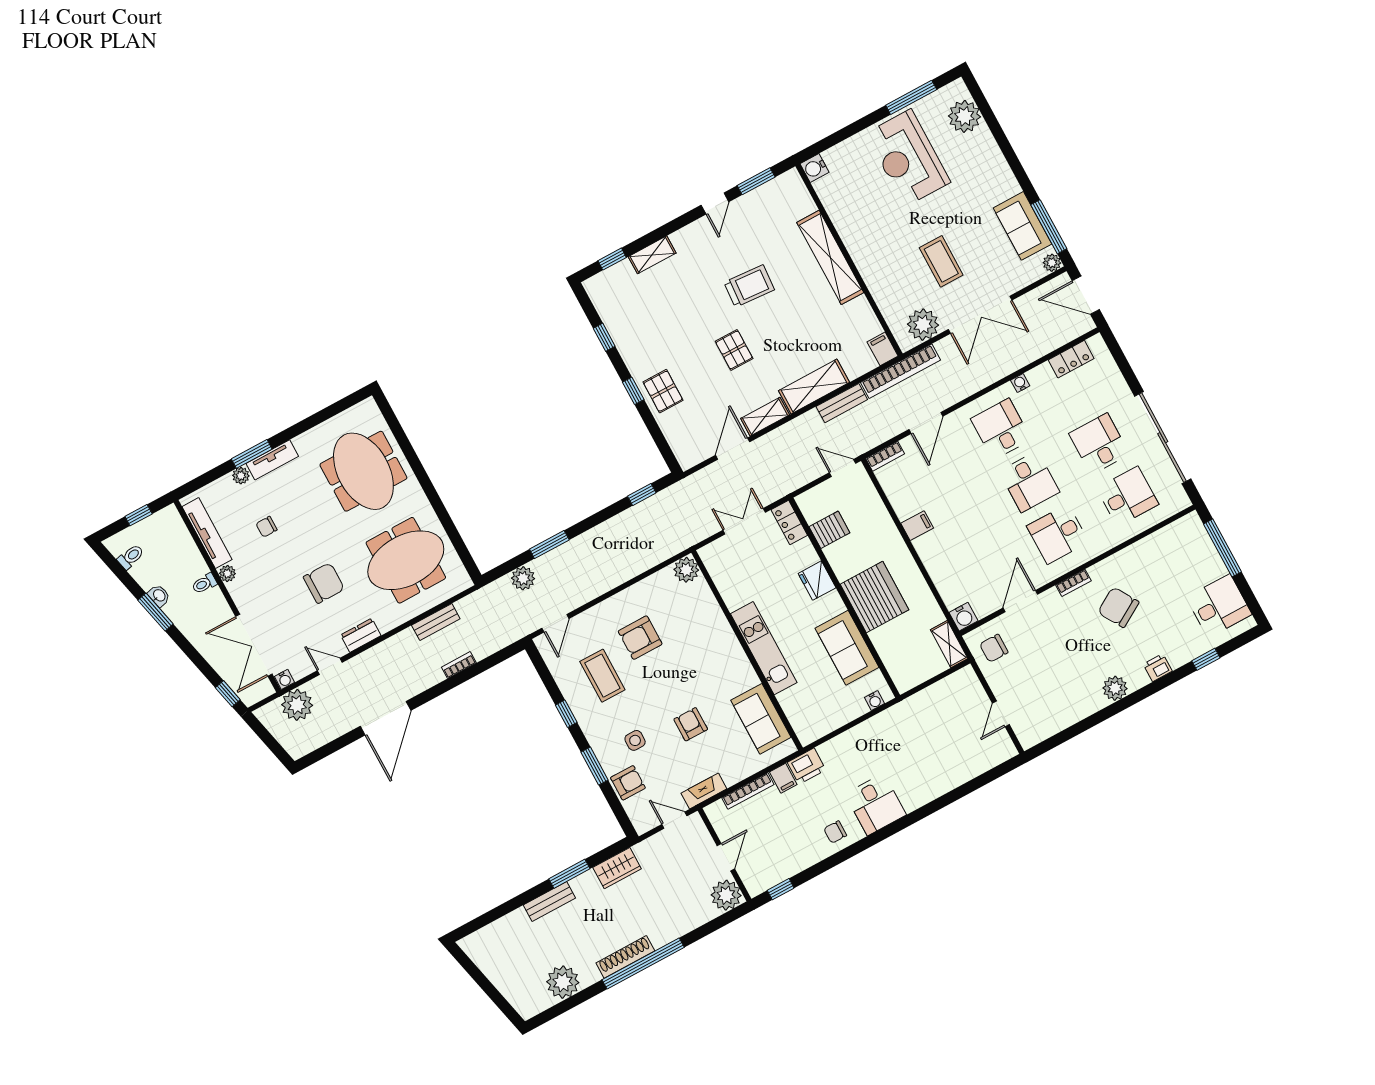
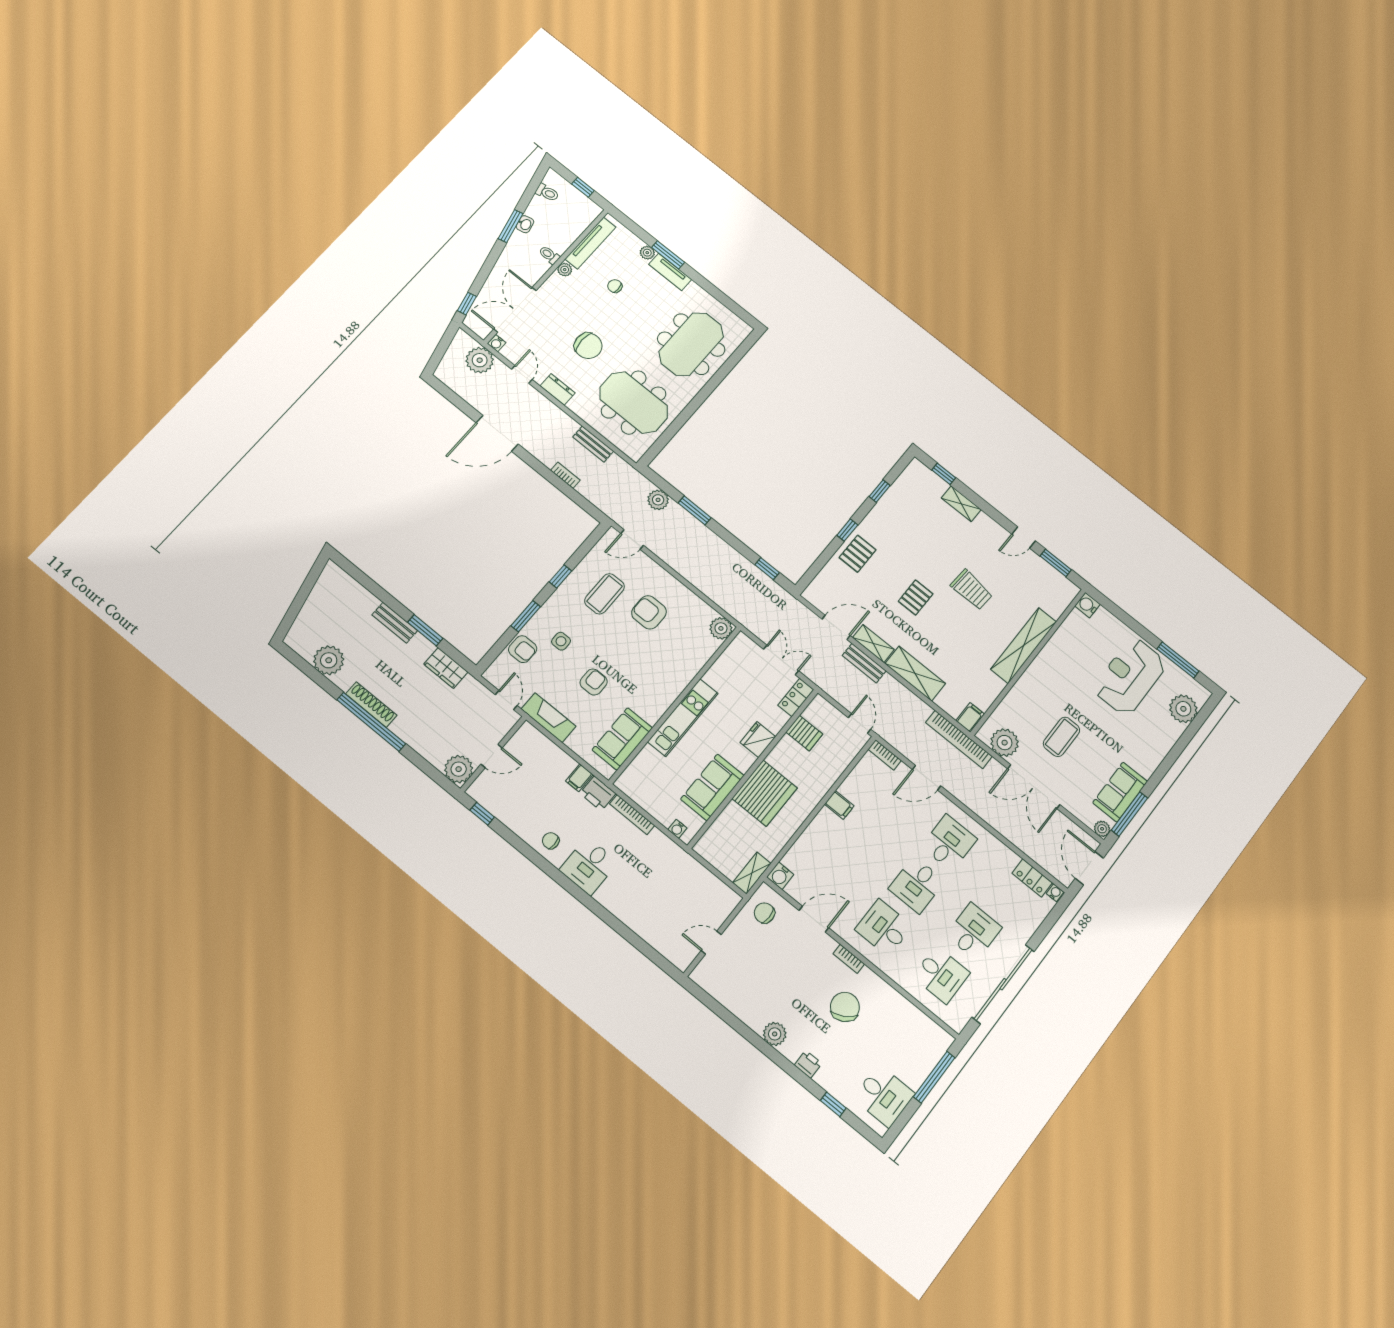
water cooler: (1020, 383) -> (1055, 893), moved
bench: (842, 403) -> (864, 663), moved
fireplace: (704, 791) -> (548, 718), width x1.37, depth x1.32
bookcase: (748, 791) -> (632, 815), moved

